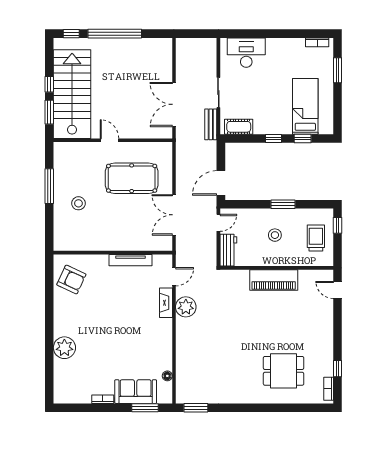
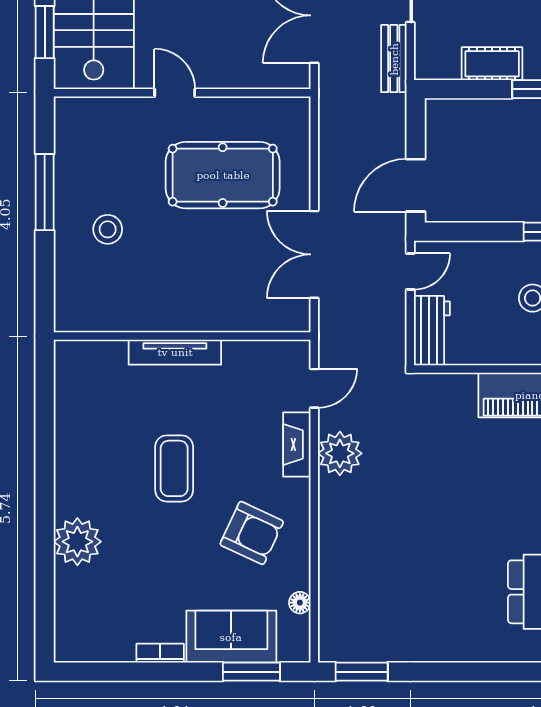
cot: (239, 127) -> (492, 64), moved
tv unit: (131, 260) -> (175, 352), moved
armchair: (71, 280) -> (252, 533), moved
coffee table: (109, 314) -> (174, 468), added

